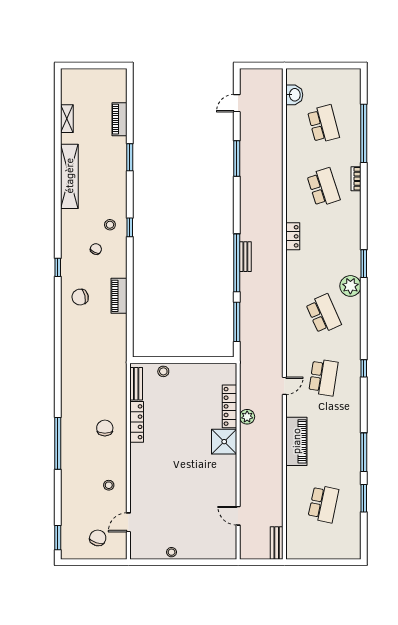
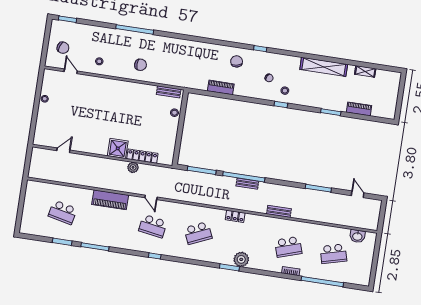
locker: (293, 236) -> (235, 216), moved
plant: (350, 286) -> (241, 259), moved
piano: (119, 296) -> (221, 87), moved
locker: (137, 422) -> (141, 88), removed
bench: (277, 543) -> (279, 211), moved

